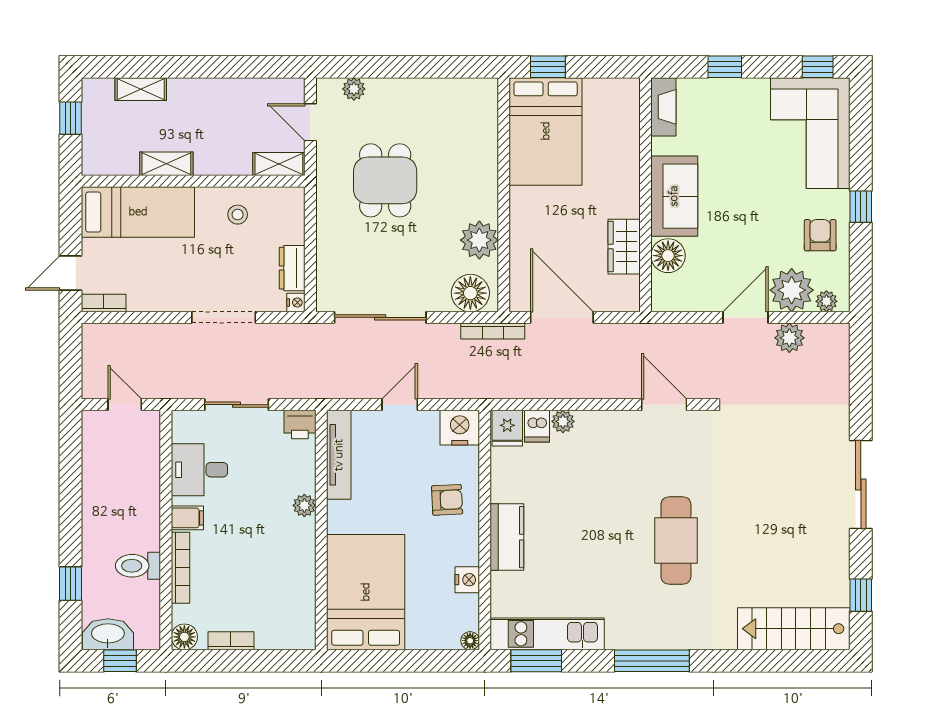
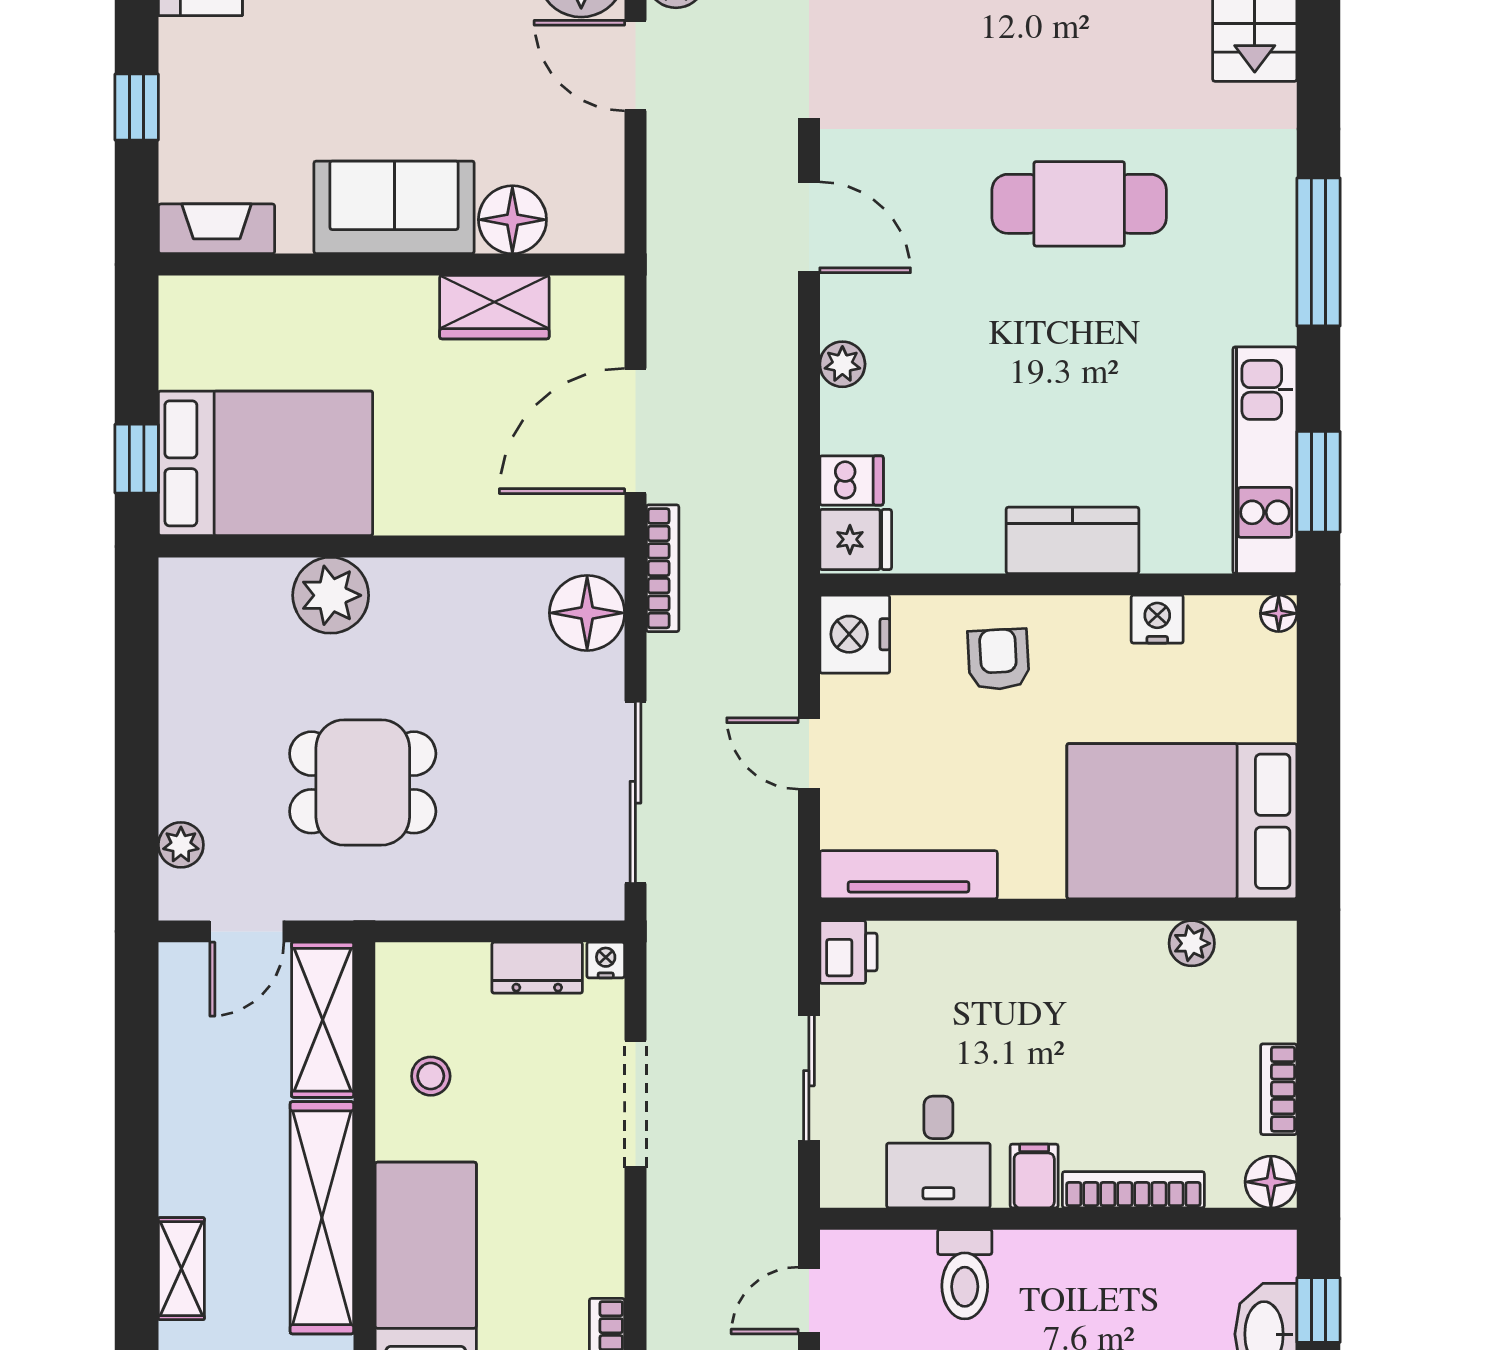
shelving: (166, 164) -> (322, 1218), width x2.20, depth x1.33
shelving: (279, 164) -> (323, 1020), width x1.50, depth x1.33
plant: (479, 240) -> (331, 595), moved
door: (664, 405) -> (809, 227), swing flipped
plant: (563, 421) -> (842, 364), moved
plant: (304, 505) -> (1192, 943), moved
toilet: (138, 566) -> (965, 1274), moved

